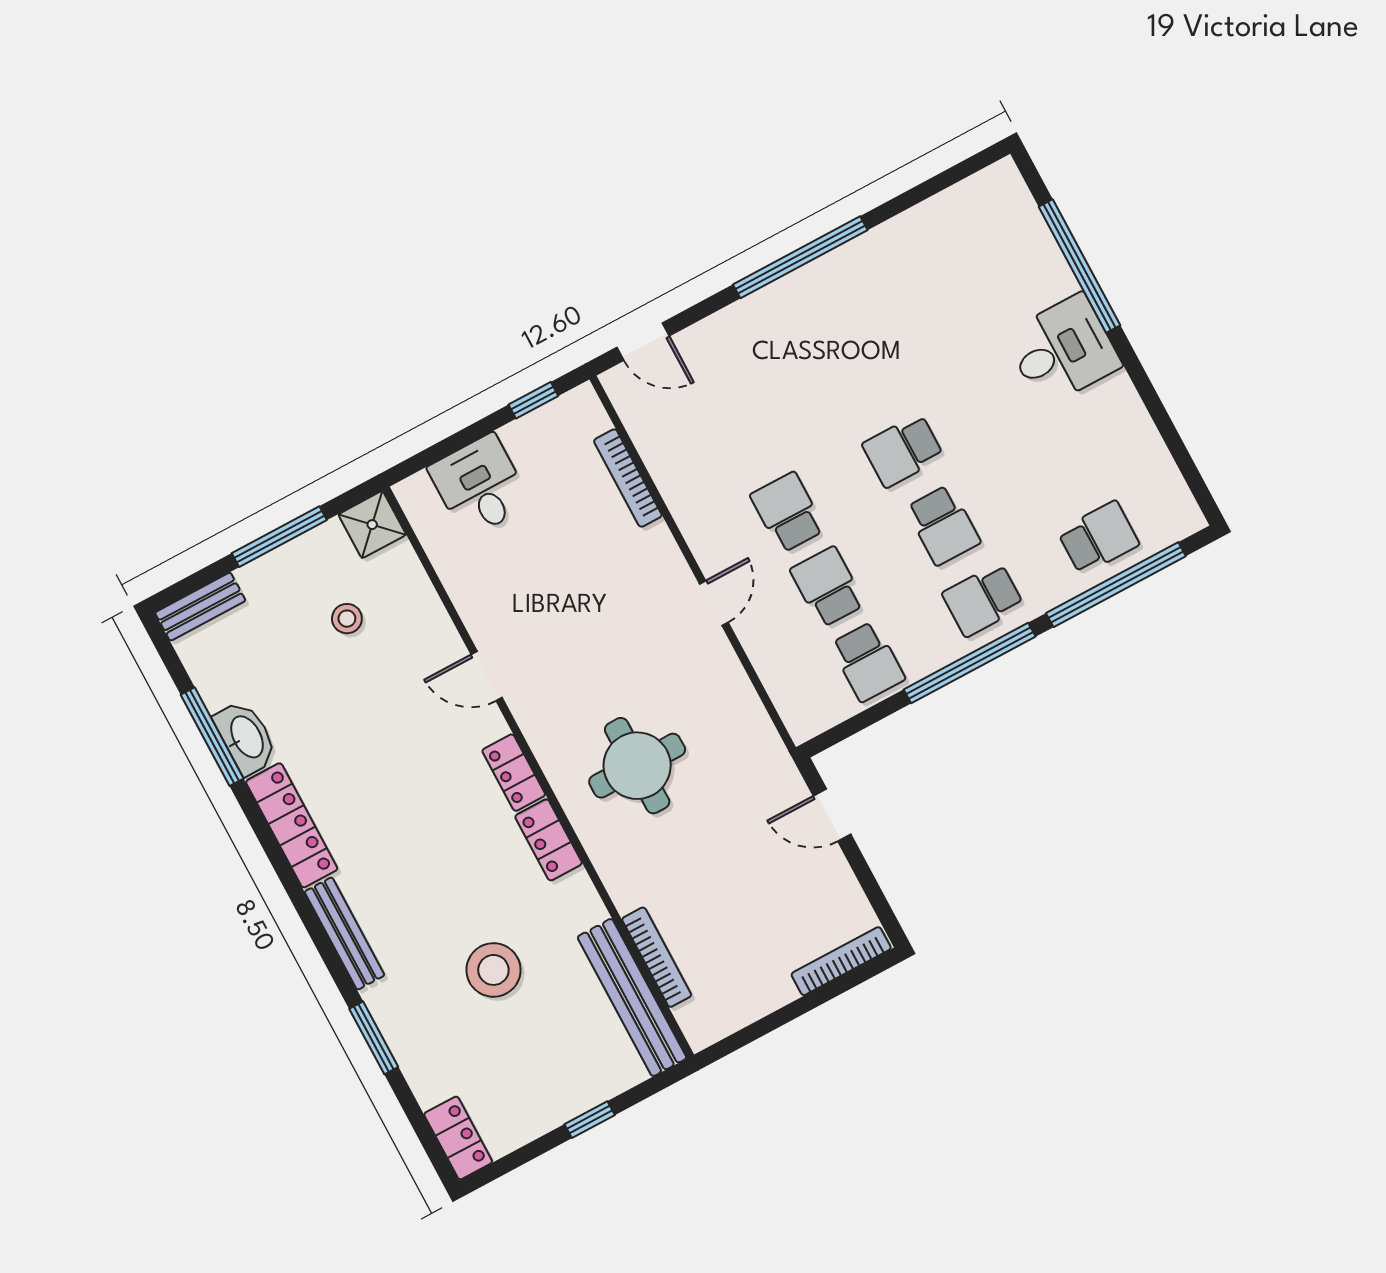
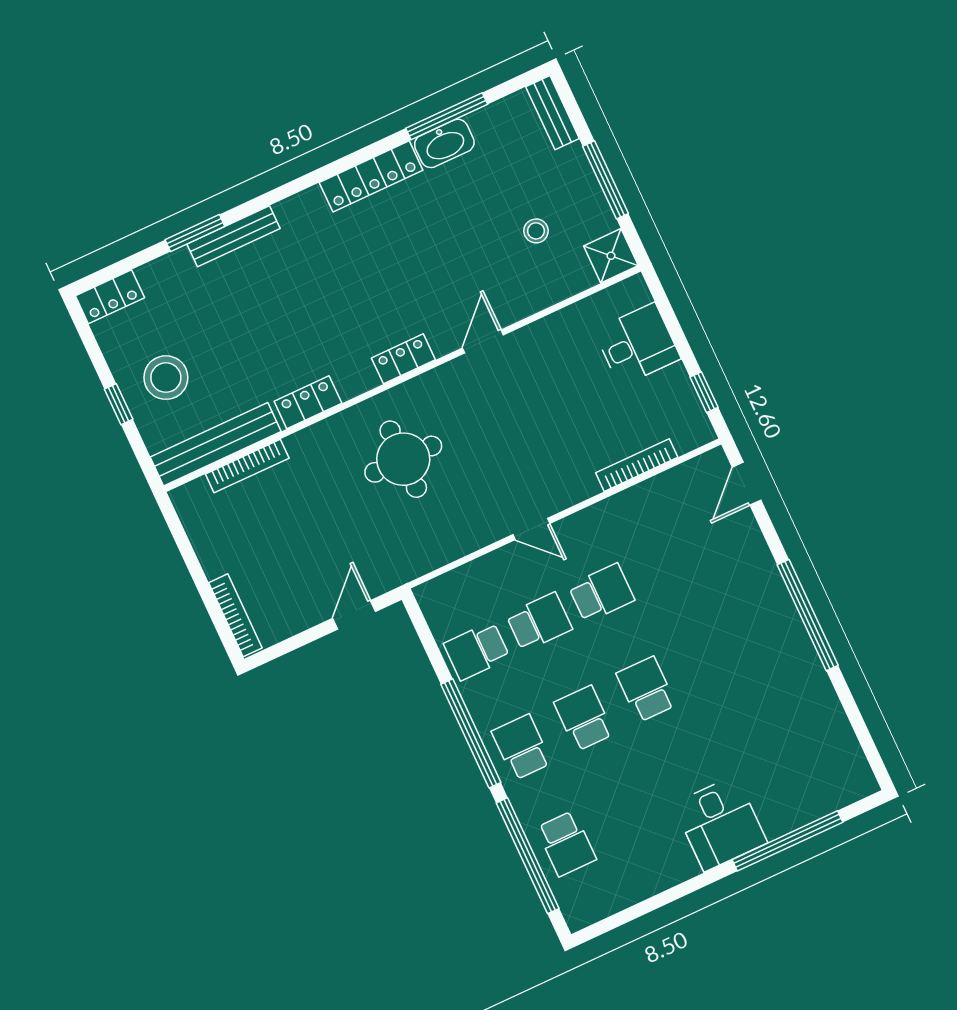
school desk: (943, 525) -> (584, 718), turned 90
locker: (549, 840) -> (308, 402), moved
bench: (345, 933) -> (234, 236), moved
stool: (493, 970) -> (166, 378), moved

